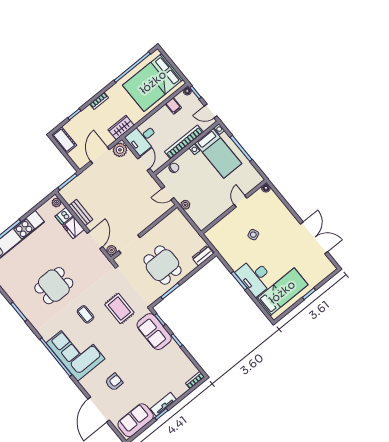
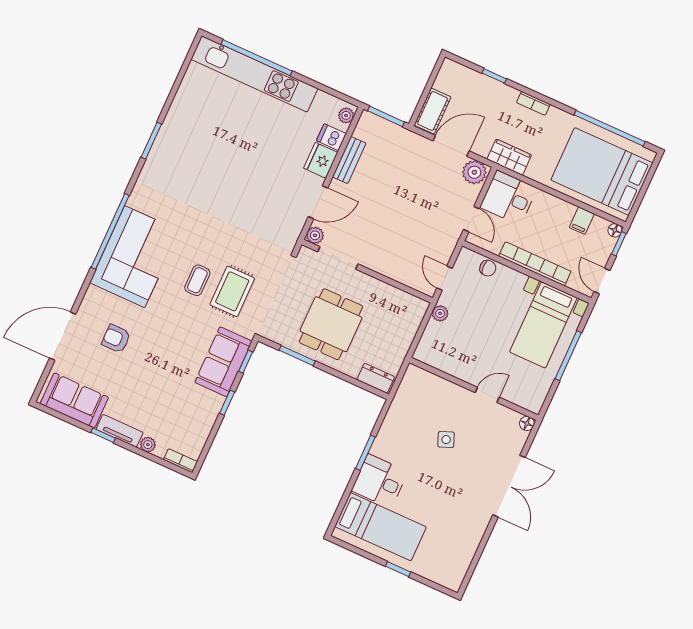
cot: (64, 140) -> (432, 111), moved
door: (144, 164) -> (471, 219), hinge flipped
double door: (314, 238) -> (509, 486), moved
desk: (255, 277) -> (380, 481), width x0.73
dining table: (54, 286) -> (218, 174), removed
coffee table: (85, 314) -> (197, 280), moved
armchair: (114, 382) -> (116, 339), turned 180
plant: (178, 393) -> (148, 445), added

